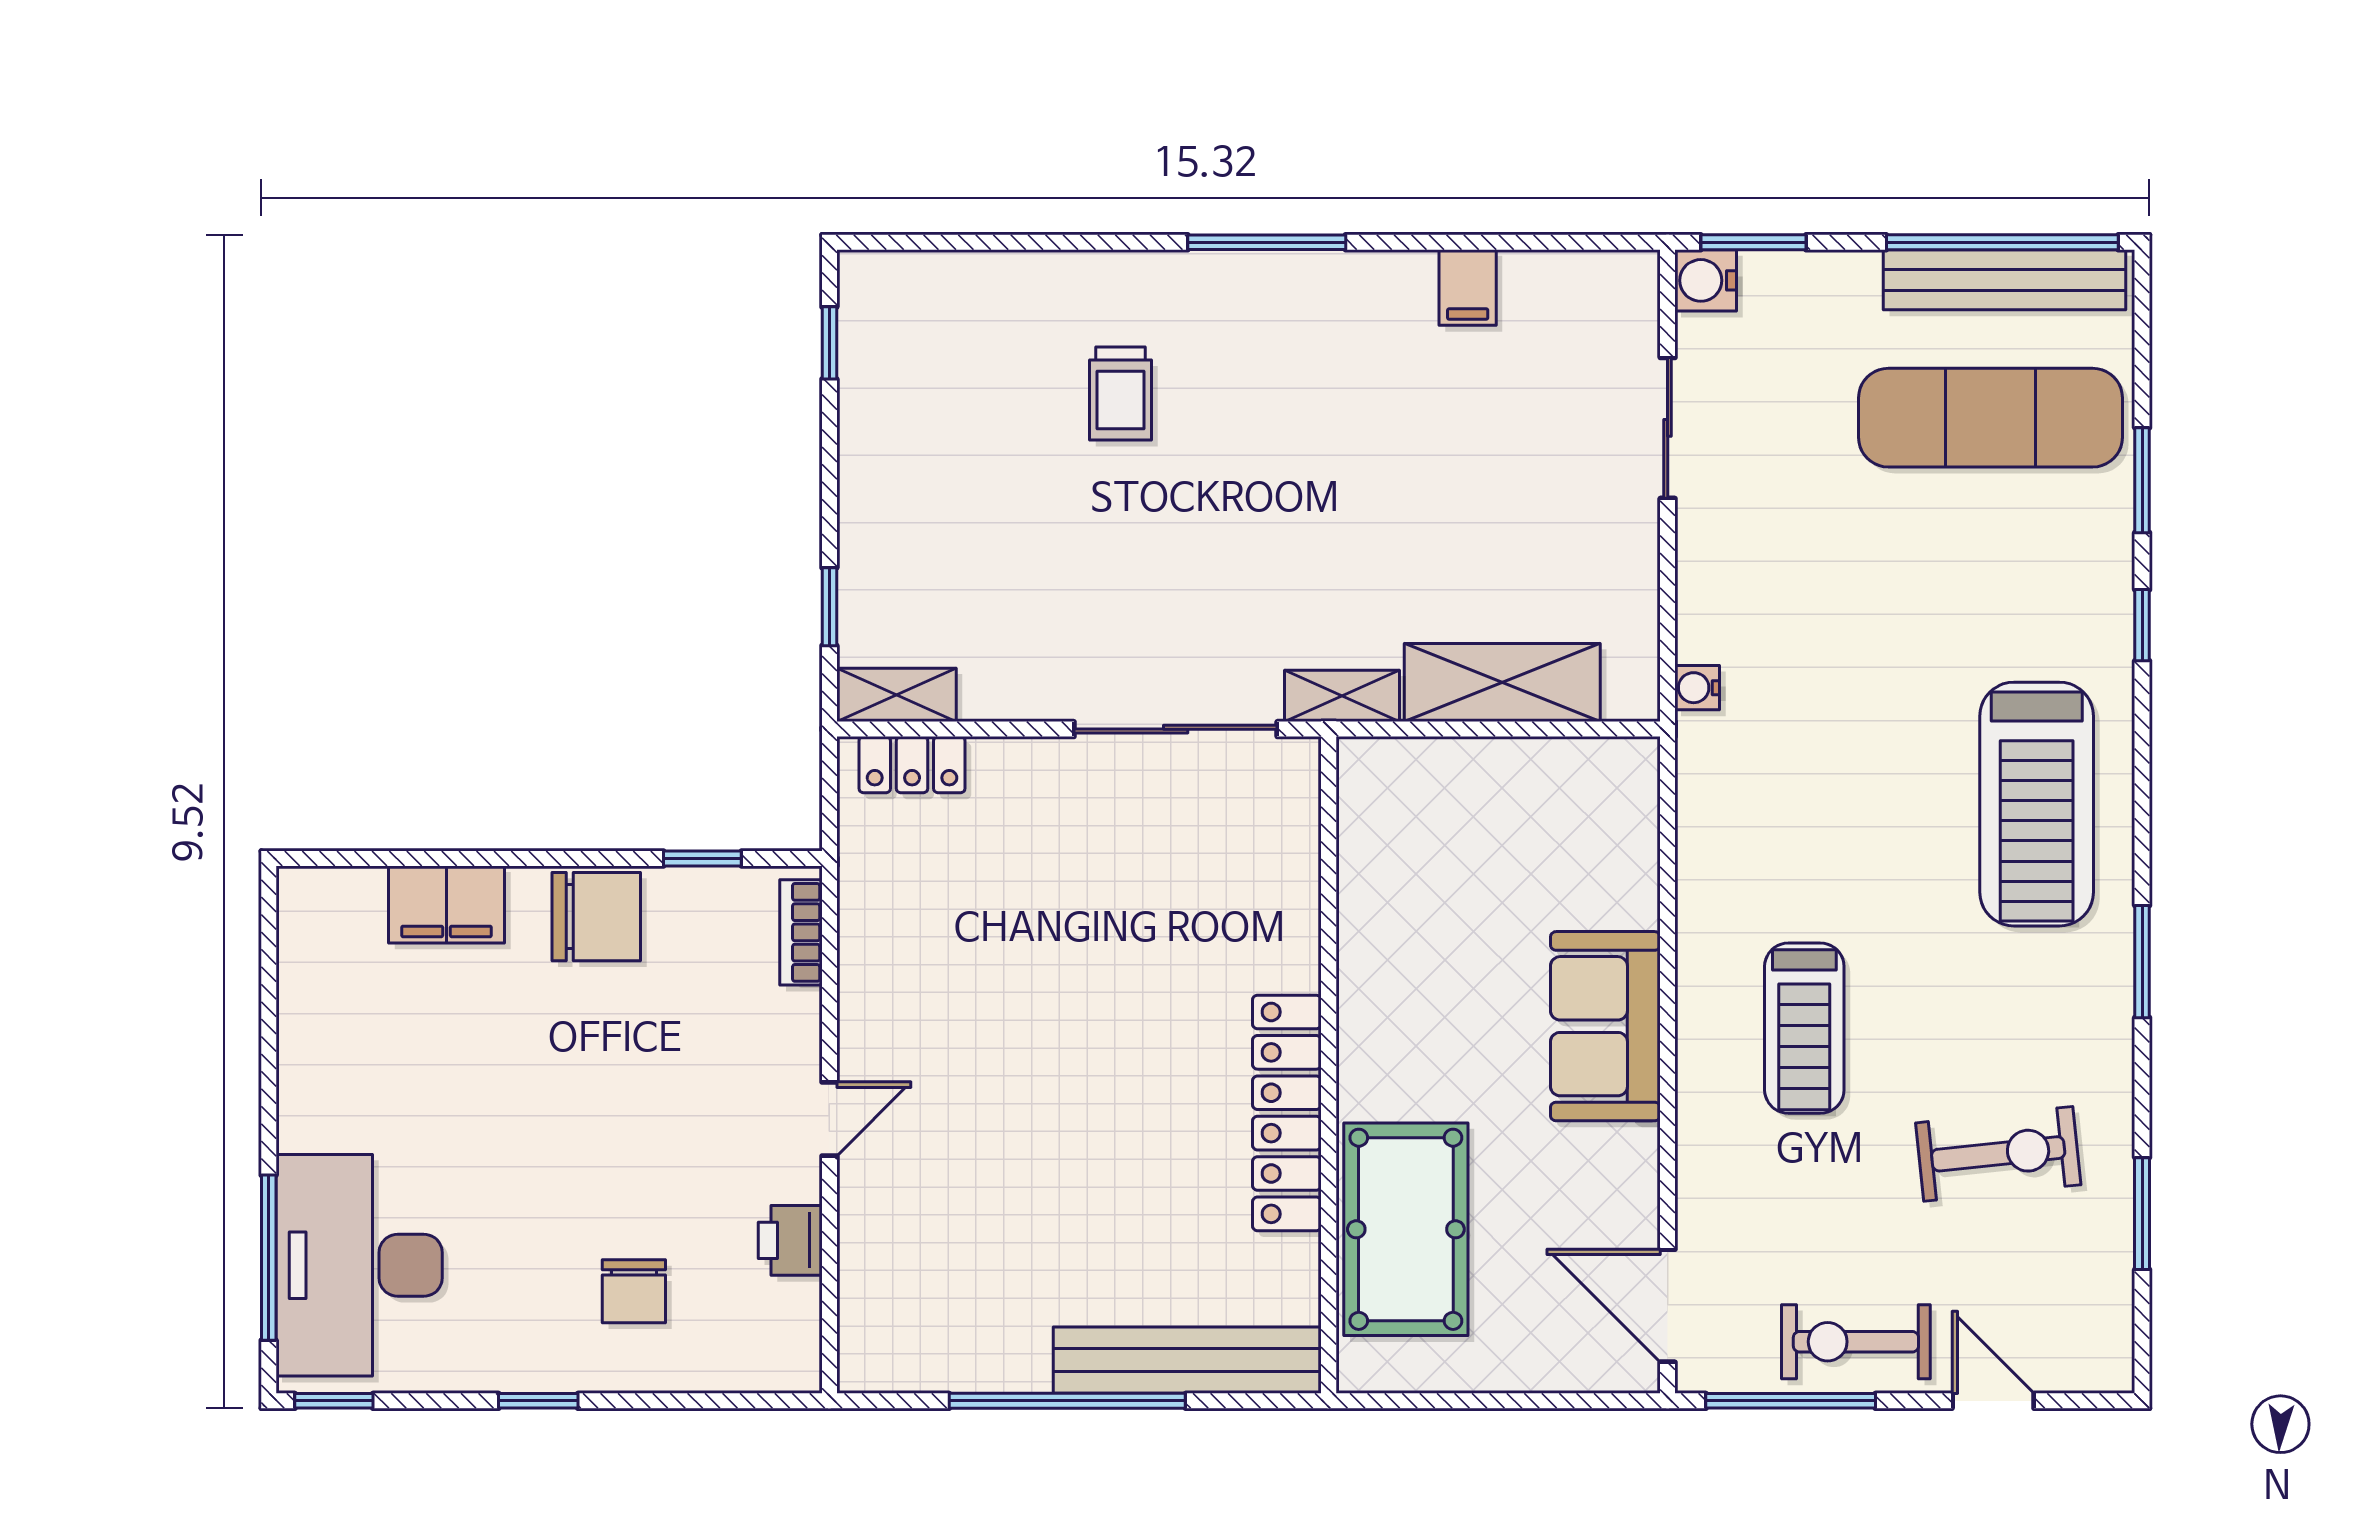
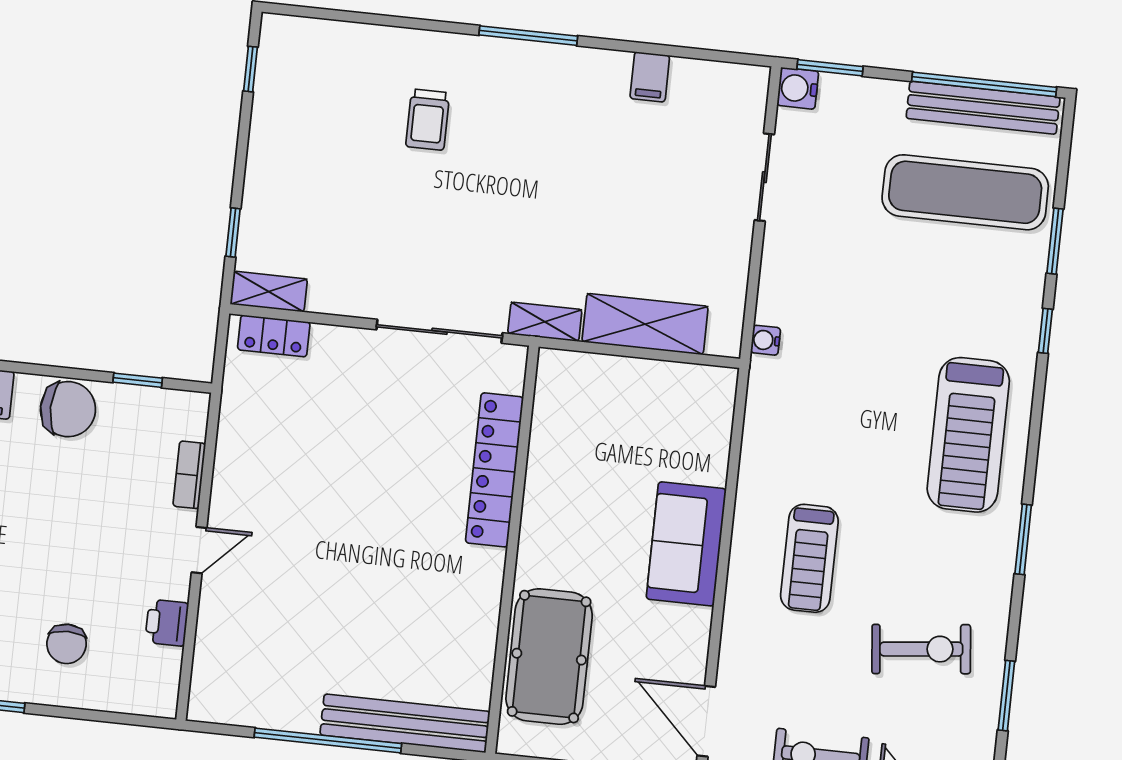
bookcase: (801, 932) -> (189, 475), moved
locker: (1287, 1113) -> (494, 470), moved

